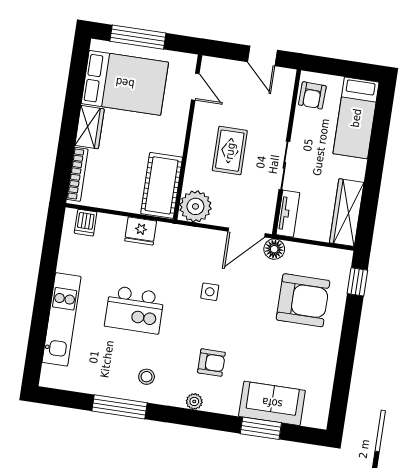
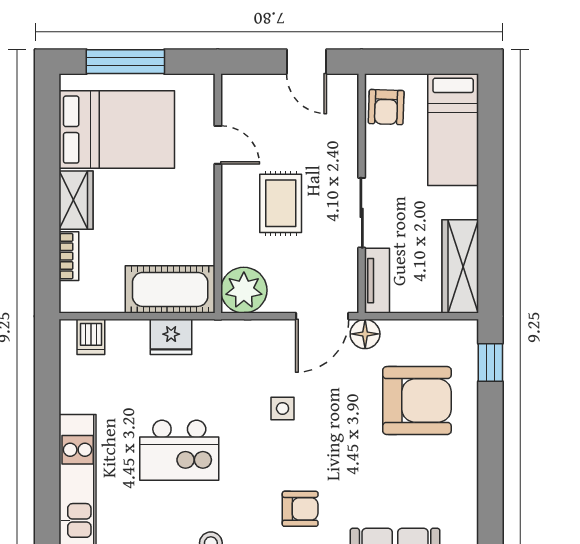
door: (195, 87) -> (218, 145), moved
bookcase: (77, 174) -> (69, 256), width x0.64
cot: (162, 185) -> (170, 289), moved, turned 90

